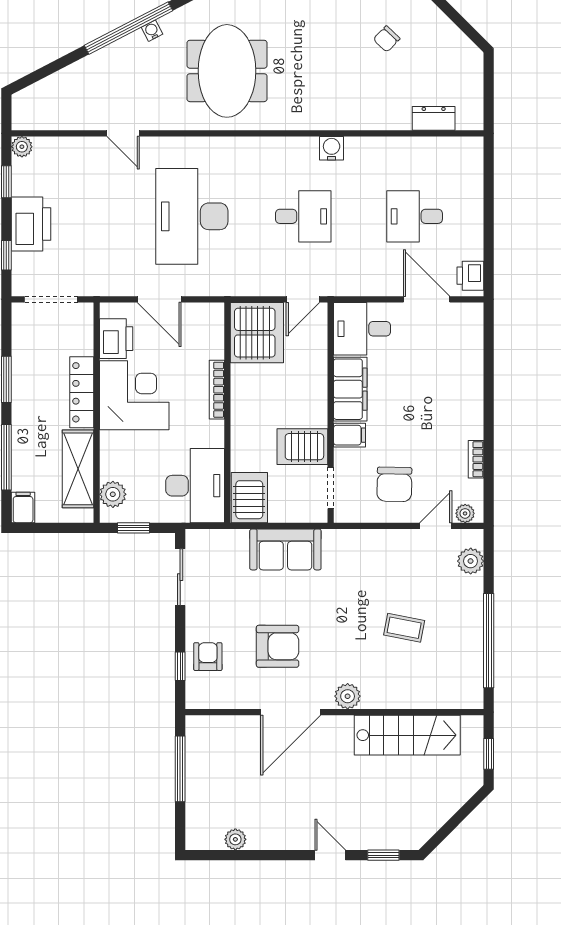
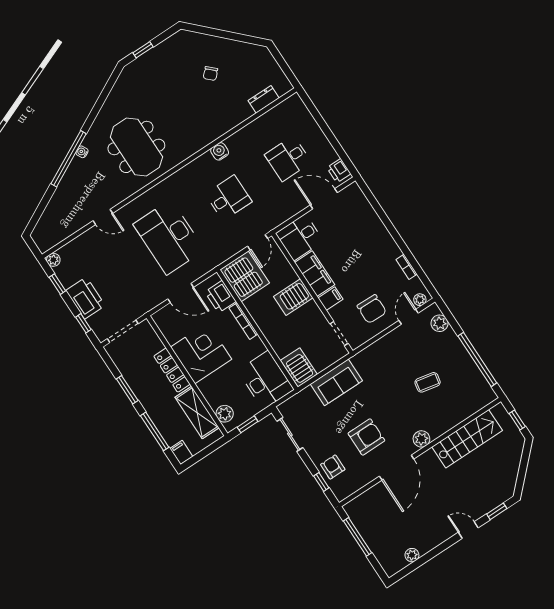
printer: (116, 339) -> (220, 297), moved, turned 180
server rack: (302, 447) -> (293, 297), moved

